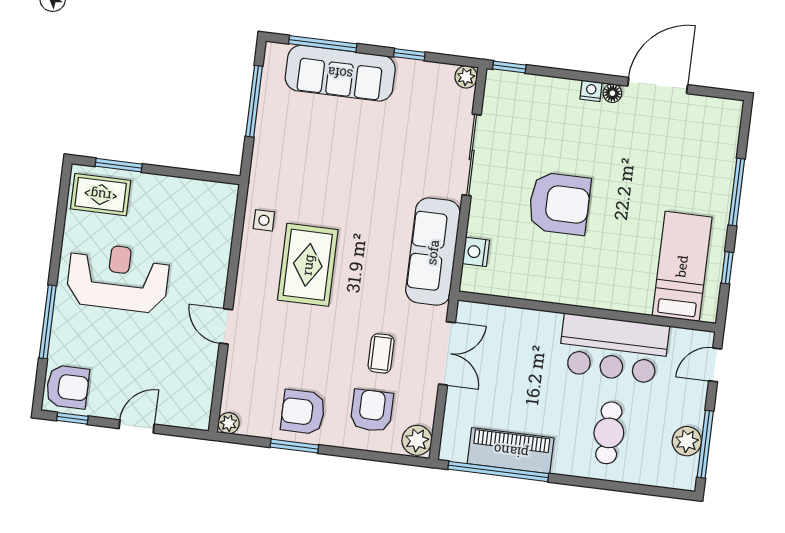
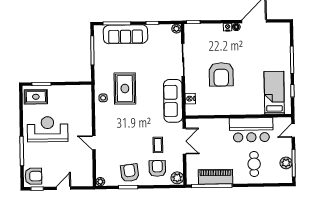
armchair: (559, 203) -> (221, 74), turned 90
rug: (308, 265) -> (125, 88), moved
armchair: (303, 412) -> (130, 173), turned 83

